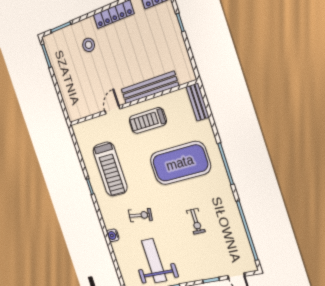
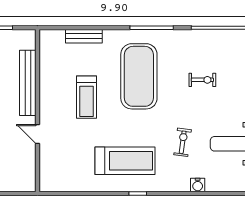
bench: (150, 87) -> (28, 83), moved
wall: (130, 104) -> (37, 111), moved
door: (112, 110) -> (37, 134), moved

